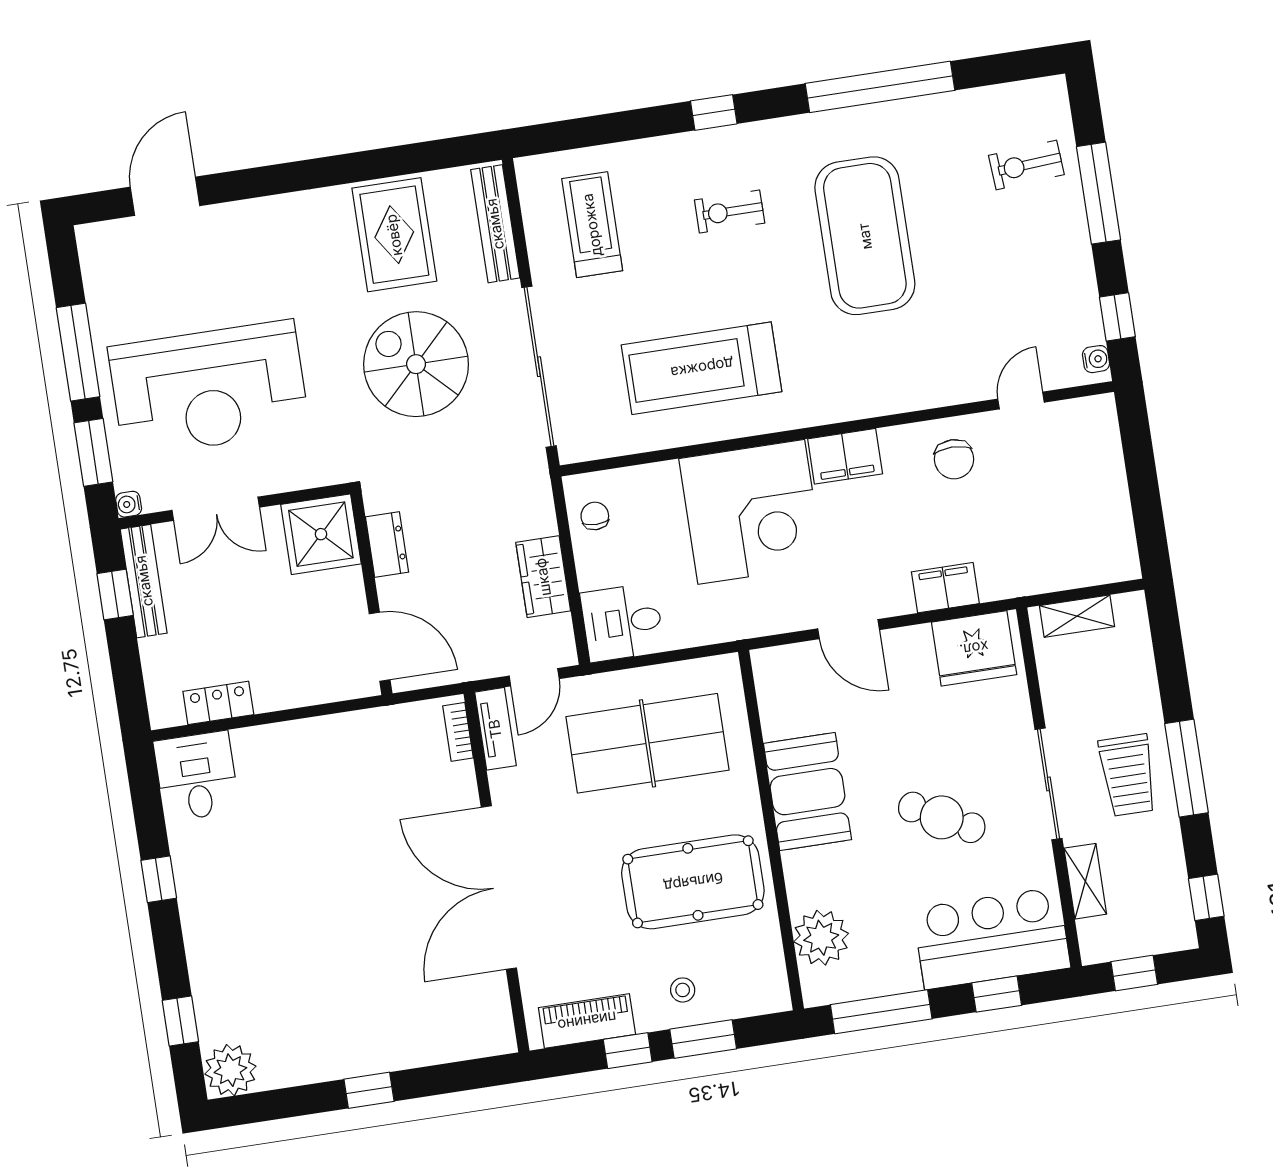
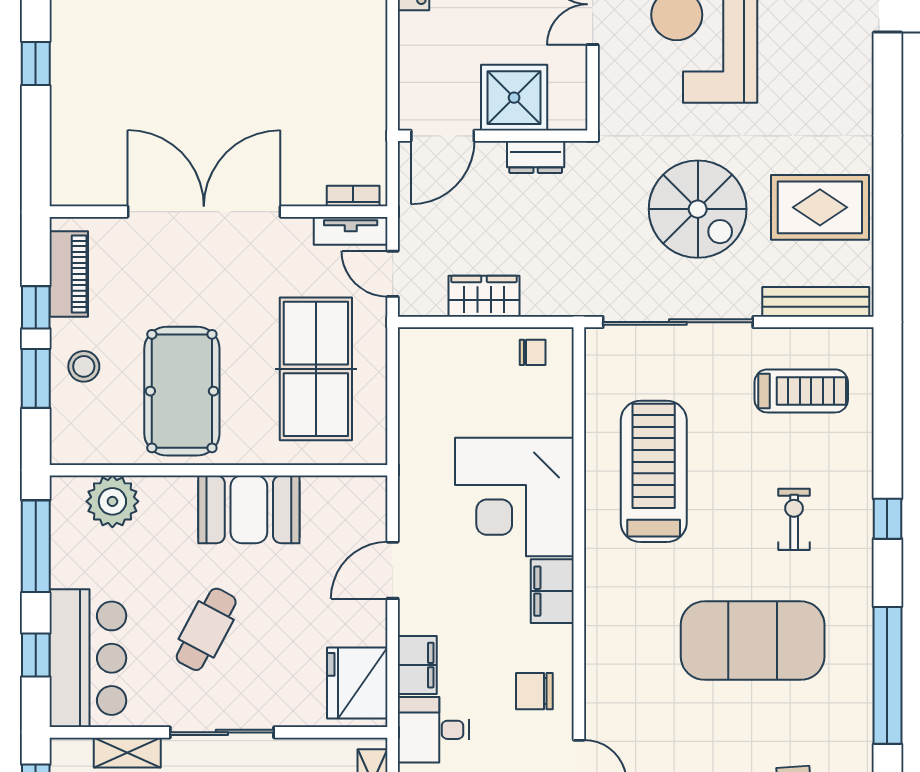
spiral stairs: (416, 364) -> (698, 209), turned 90
shower: (321, 534) -> (514, 98), moved
desk: (622, 622) -> (433, 730), moved, turned -90
stool: (683, 990) -> (84, 366), width x1.37, depth x1.37

